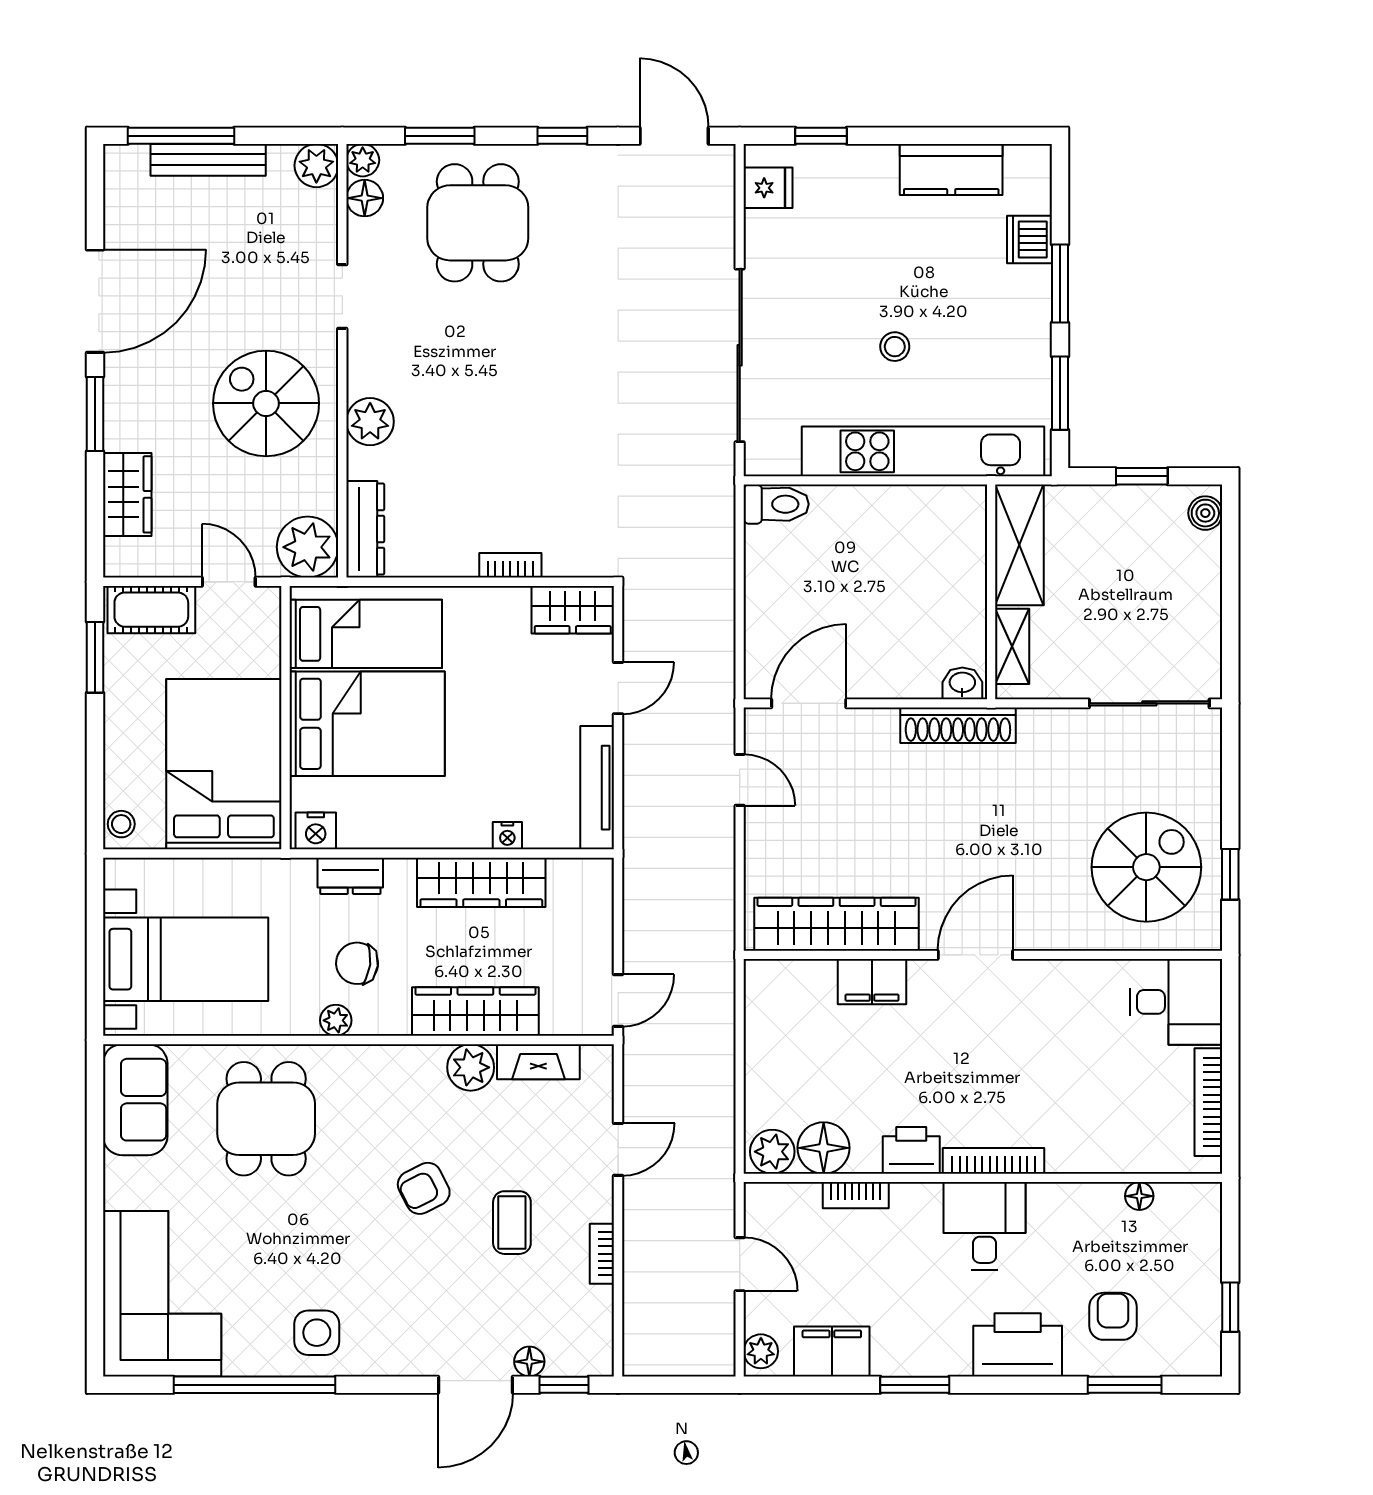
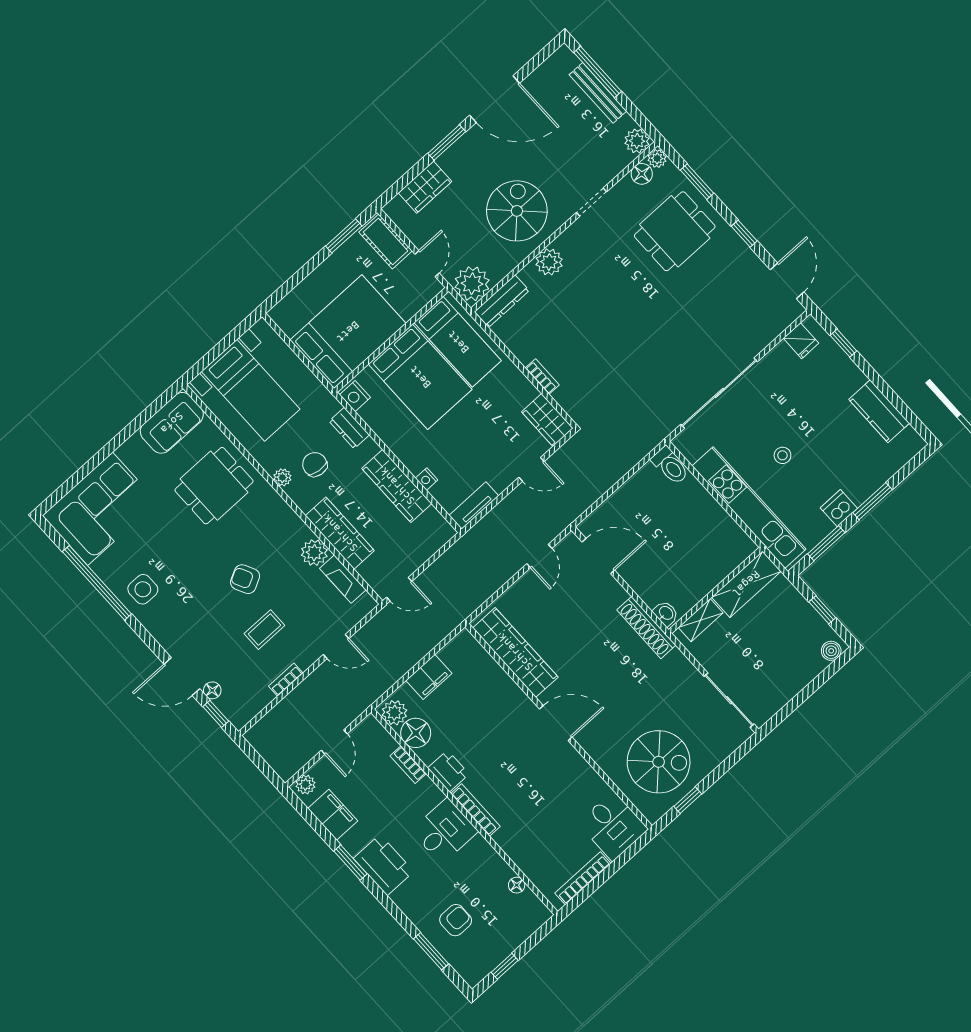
dishwasher: (1030, 240) -> (839, 508), moved
tv unit: (597, 788) -> (474, 506), width x0.71
stool: (121, 824) -> (283, 311), removed
filing cabinet: (872, 982) -> (429, 677), moved, turned -90
printer: (1018, 1345) -> (383, 865), moved

